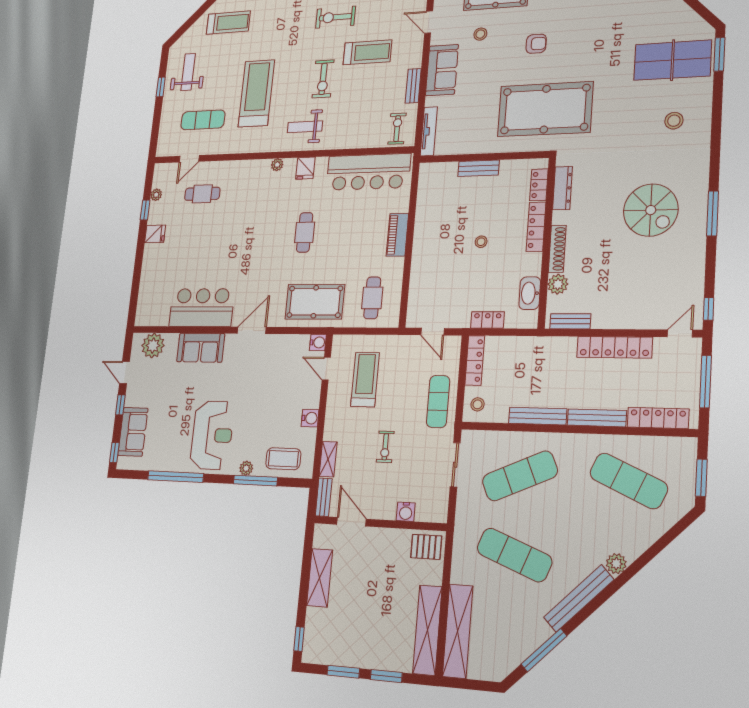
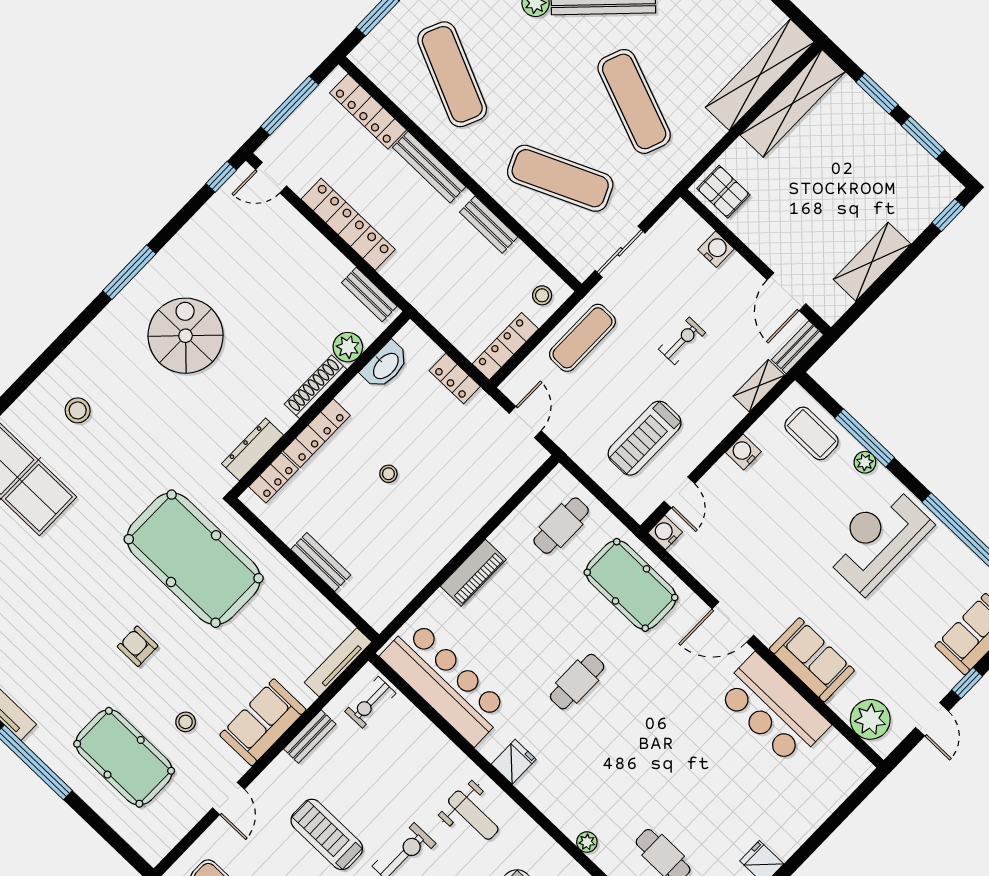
plant: (277, 165) -> (587, 842), moved
bench: (538, 416) -> (489, 225), width x0.73

